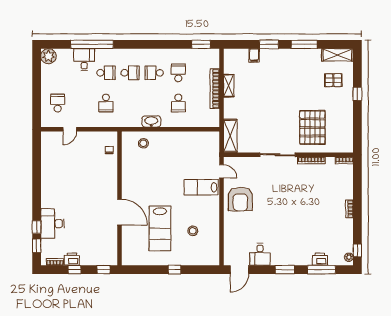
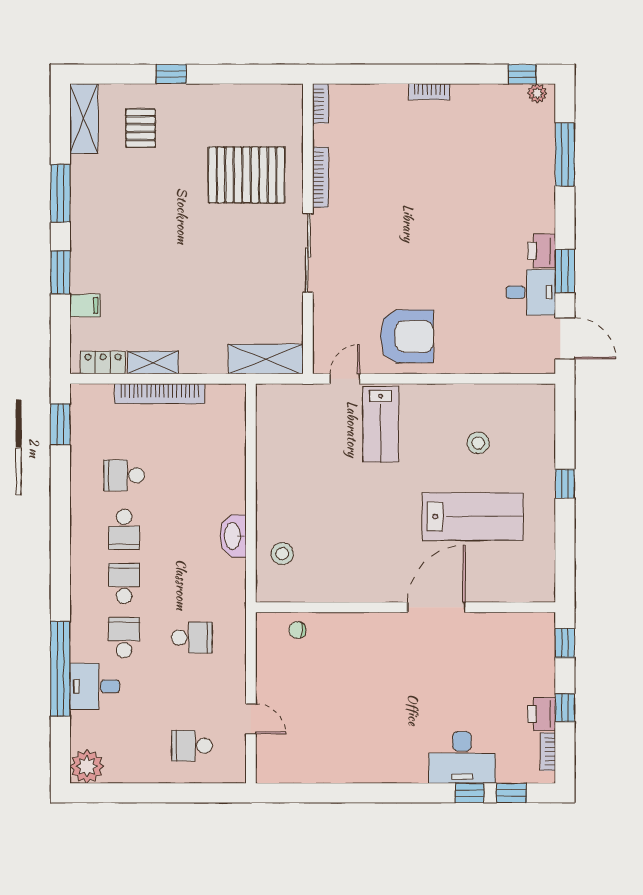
locker: (229, 63) -> (103, 363), added
school desk: (178, 103) -> (192, 475), removed
printer: (320, 259) -> (542, 251), moved
window: (285, 270) -> (565, 271), moved

